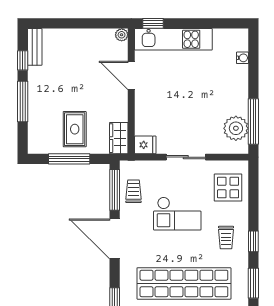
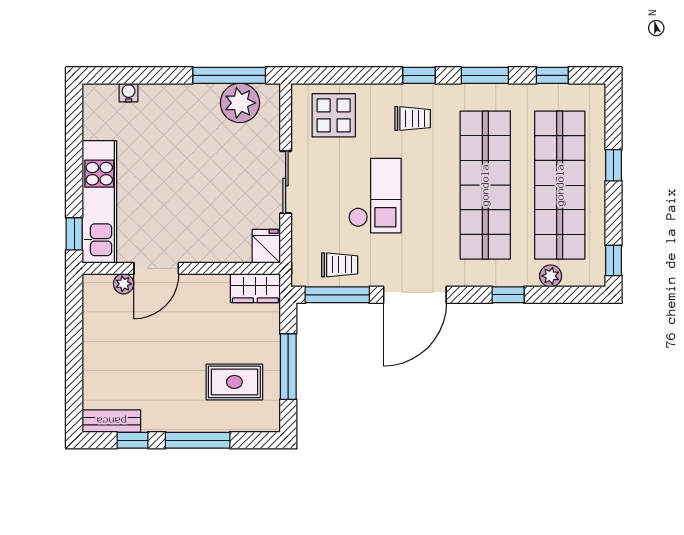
plant: (122, 35) -> (124, 284), moved
rug: (75, 129) -> (234, 382), moved
trolley: (133, 191) -> (340, 265), turned 180

